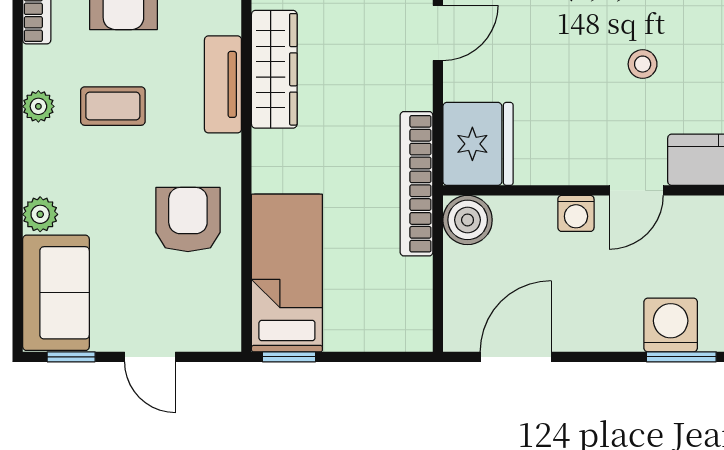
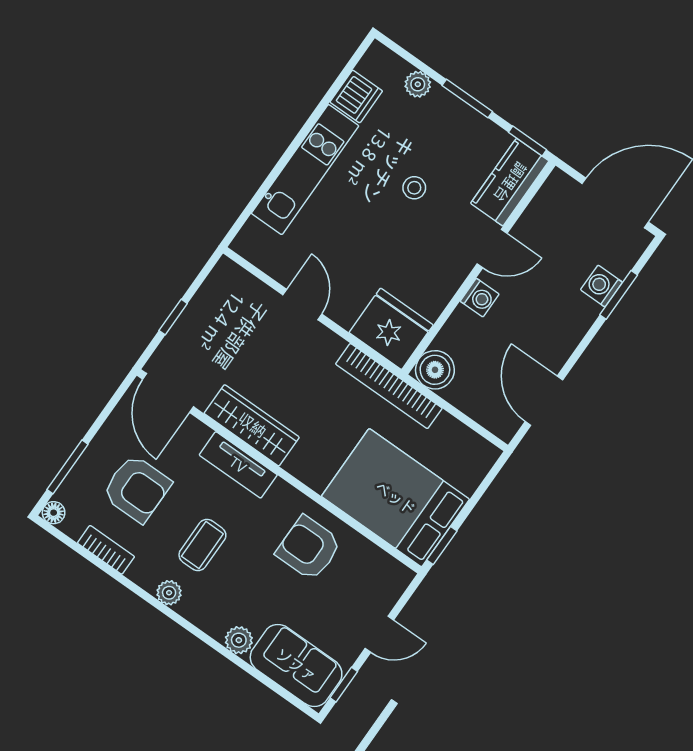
door: (636, 190) -> (492, 249), hinge flipped
bed: (287, 273) -> (395, 498), width x1.50
washing machine: (671, 325) -> (602, 286), width x0.73, depth x0.73

